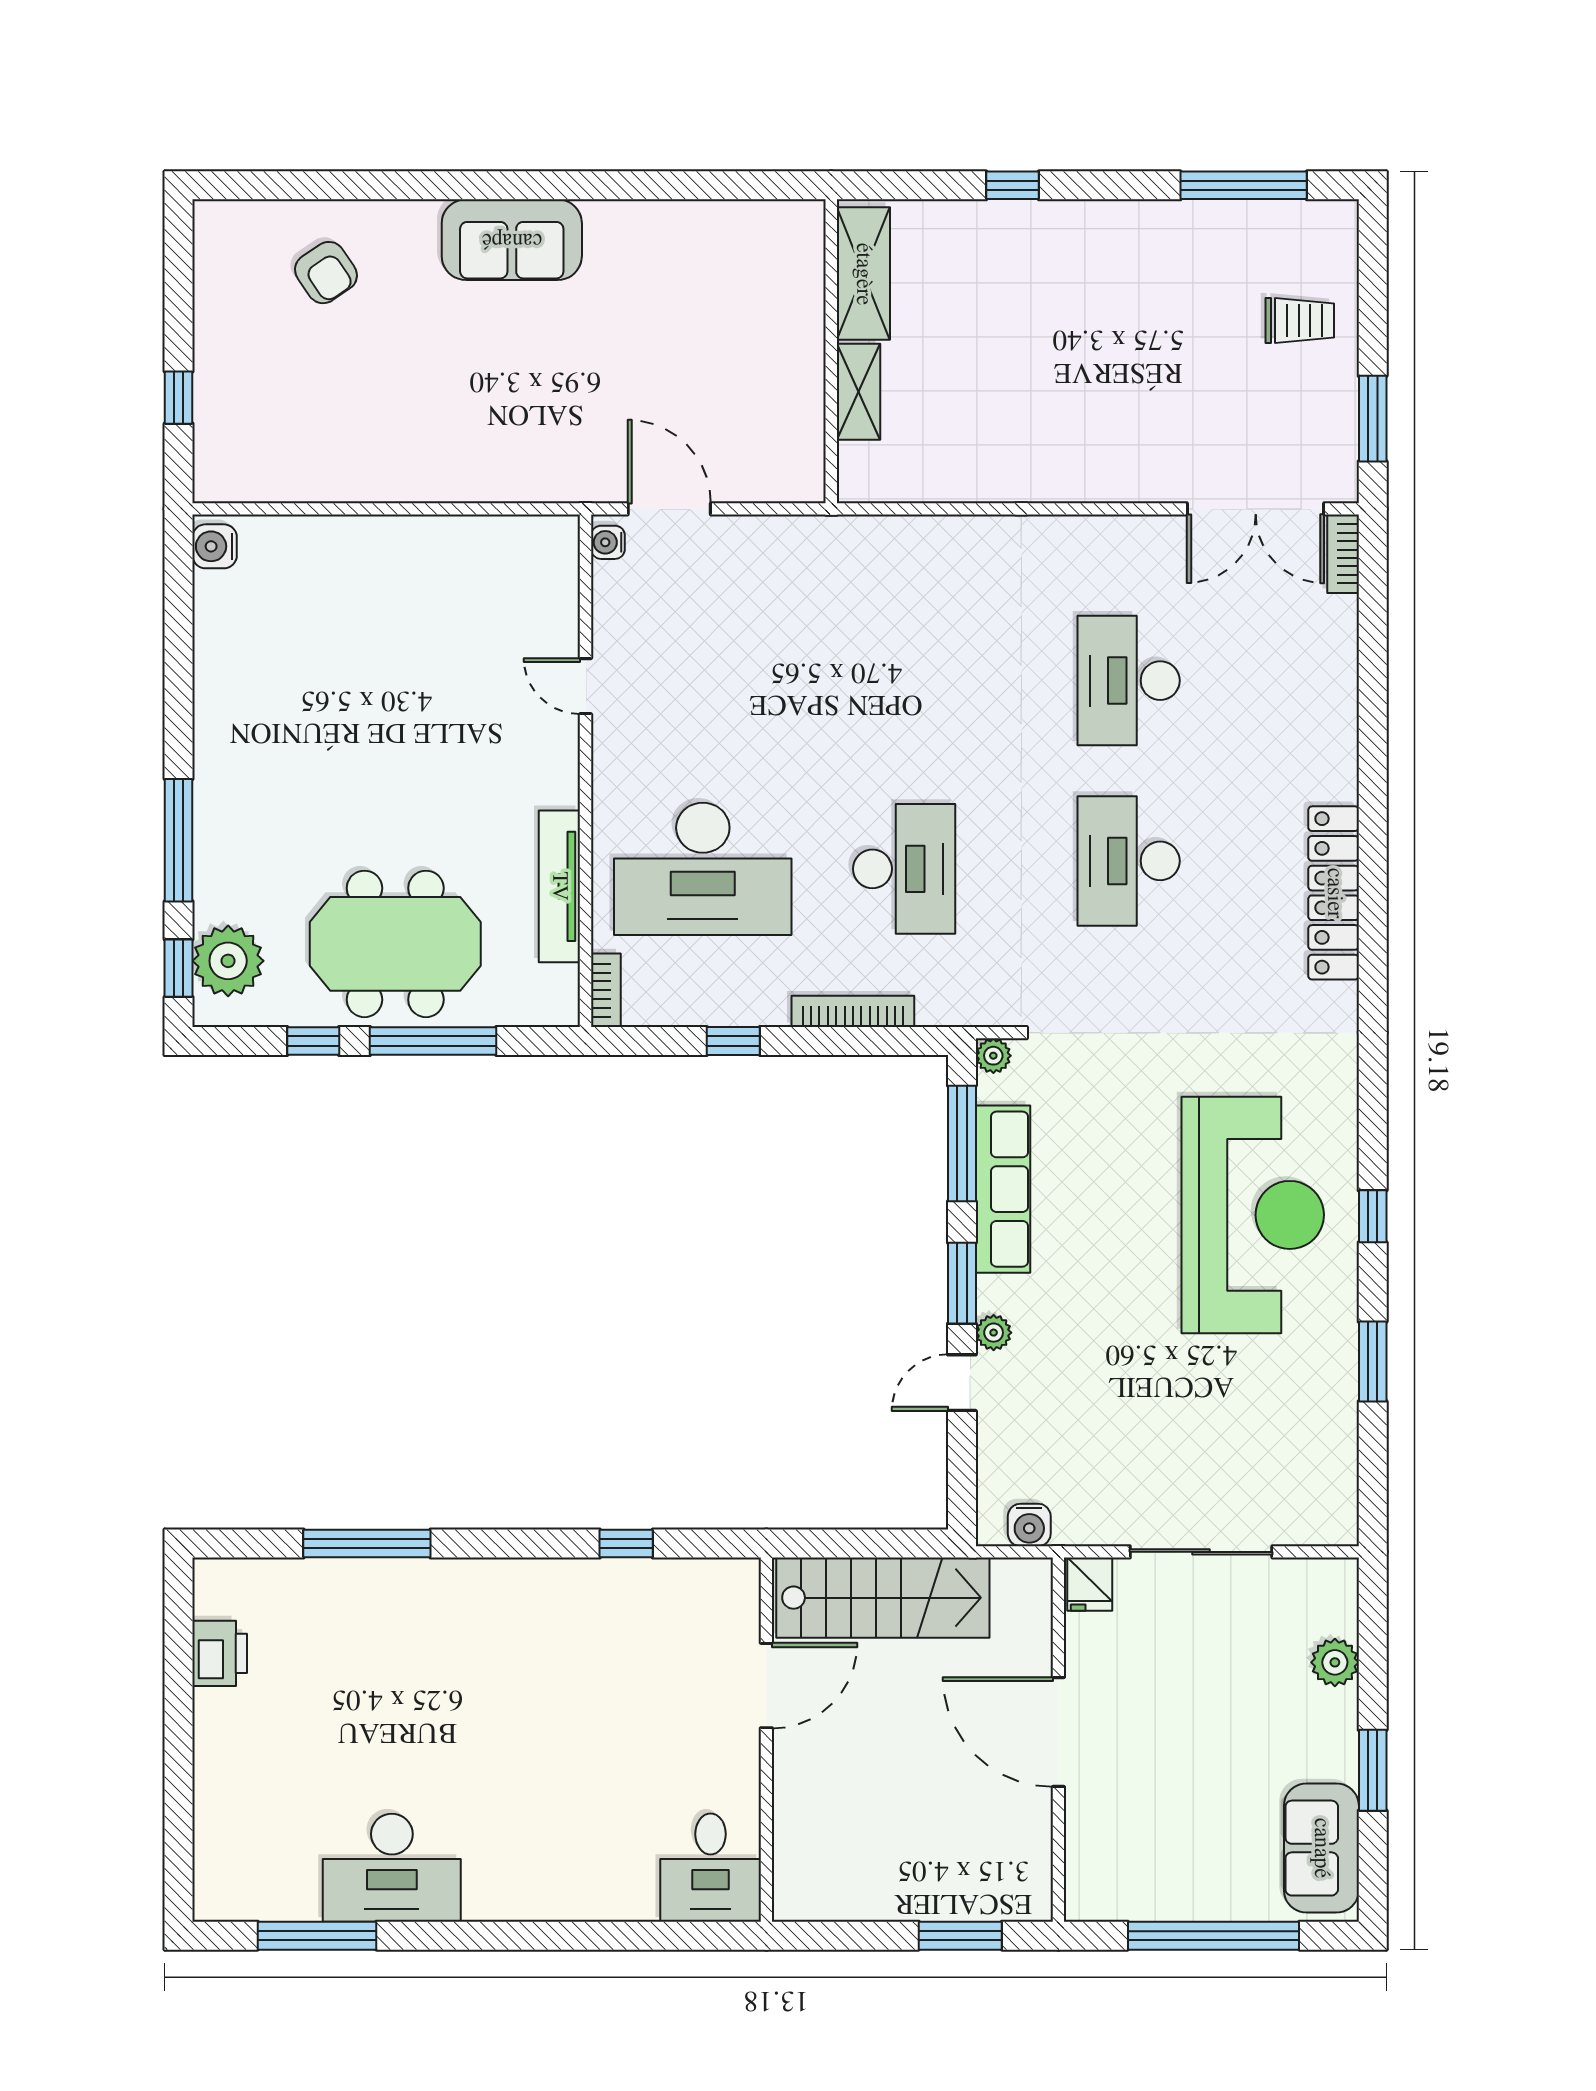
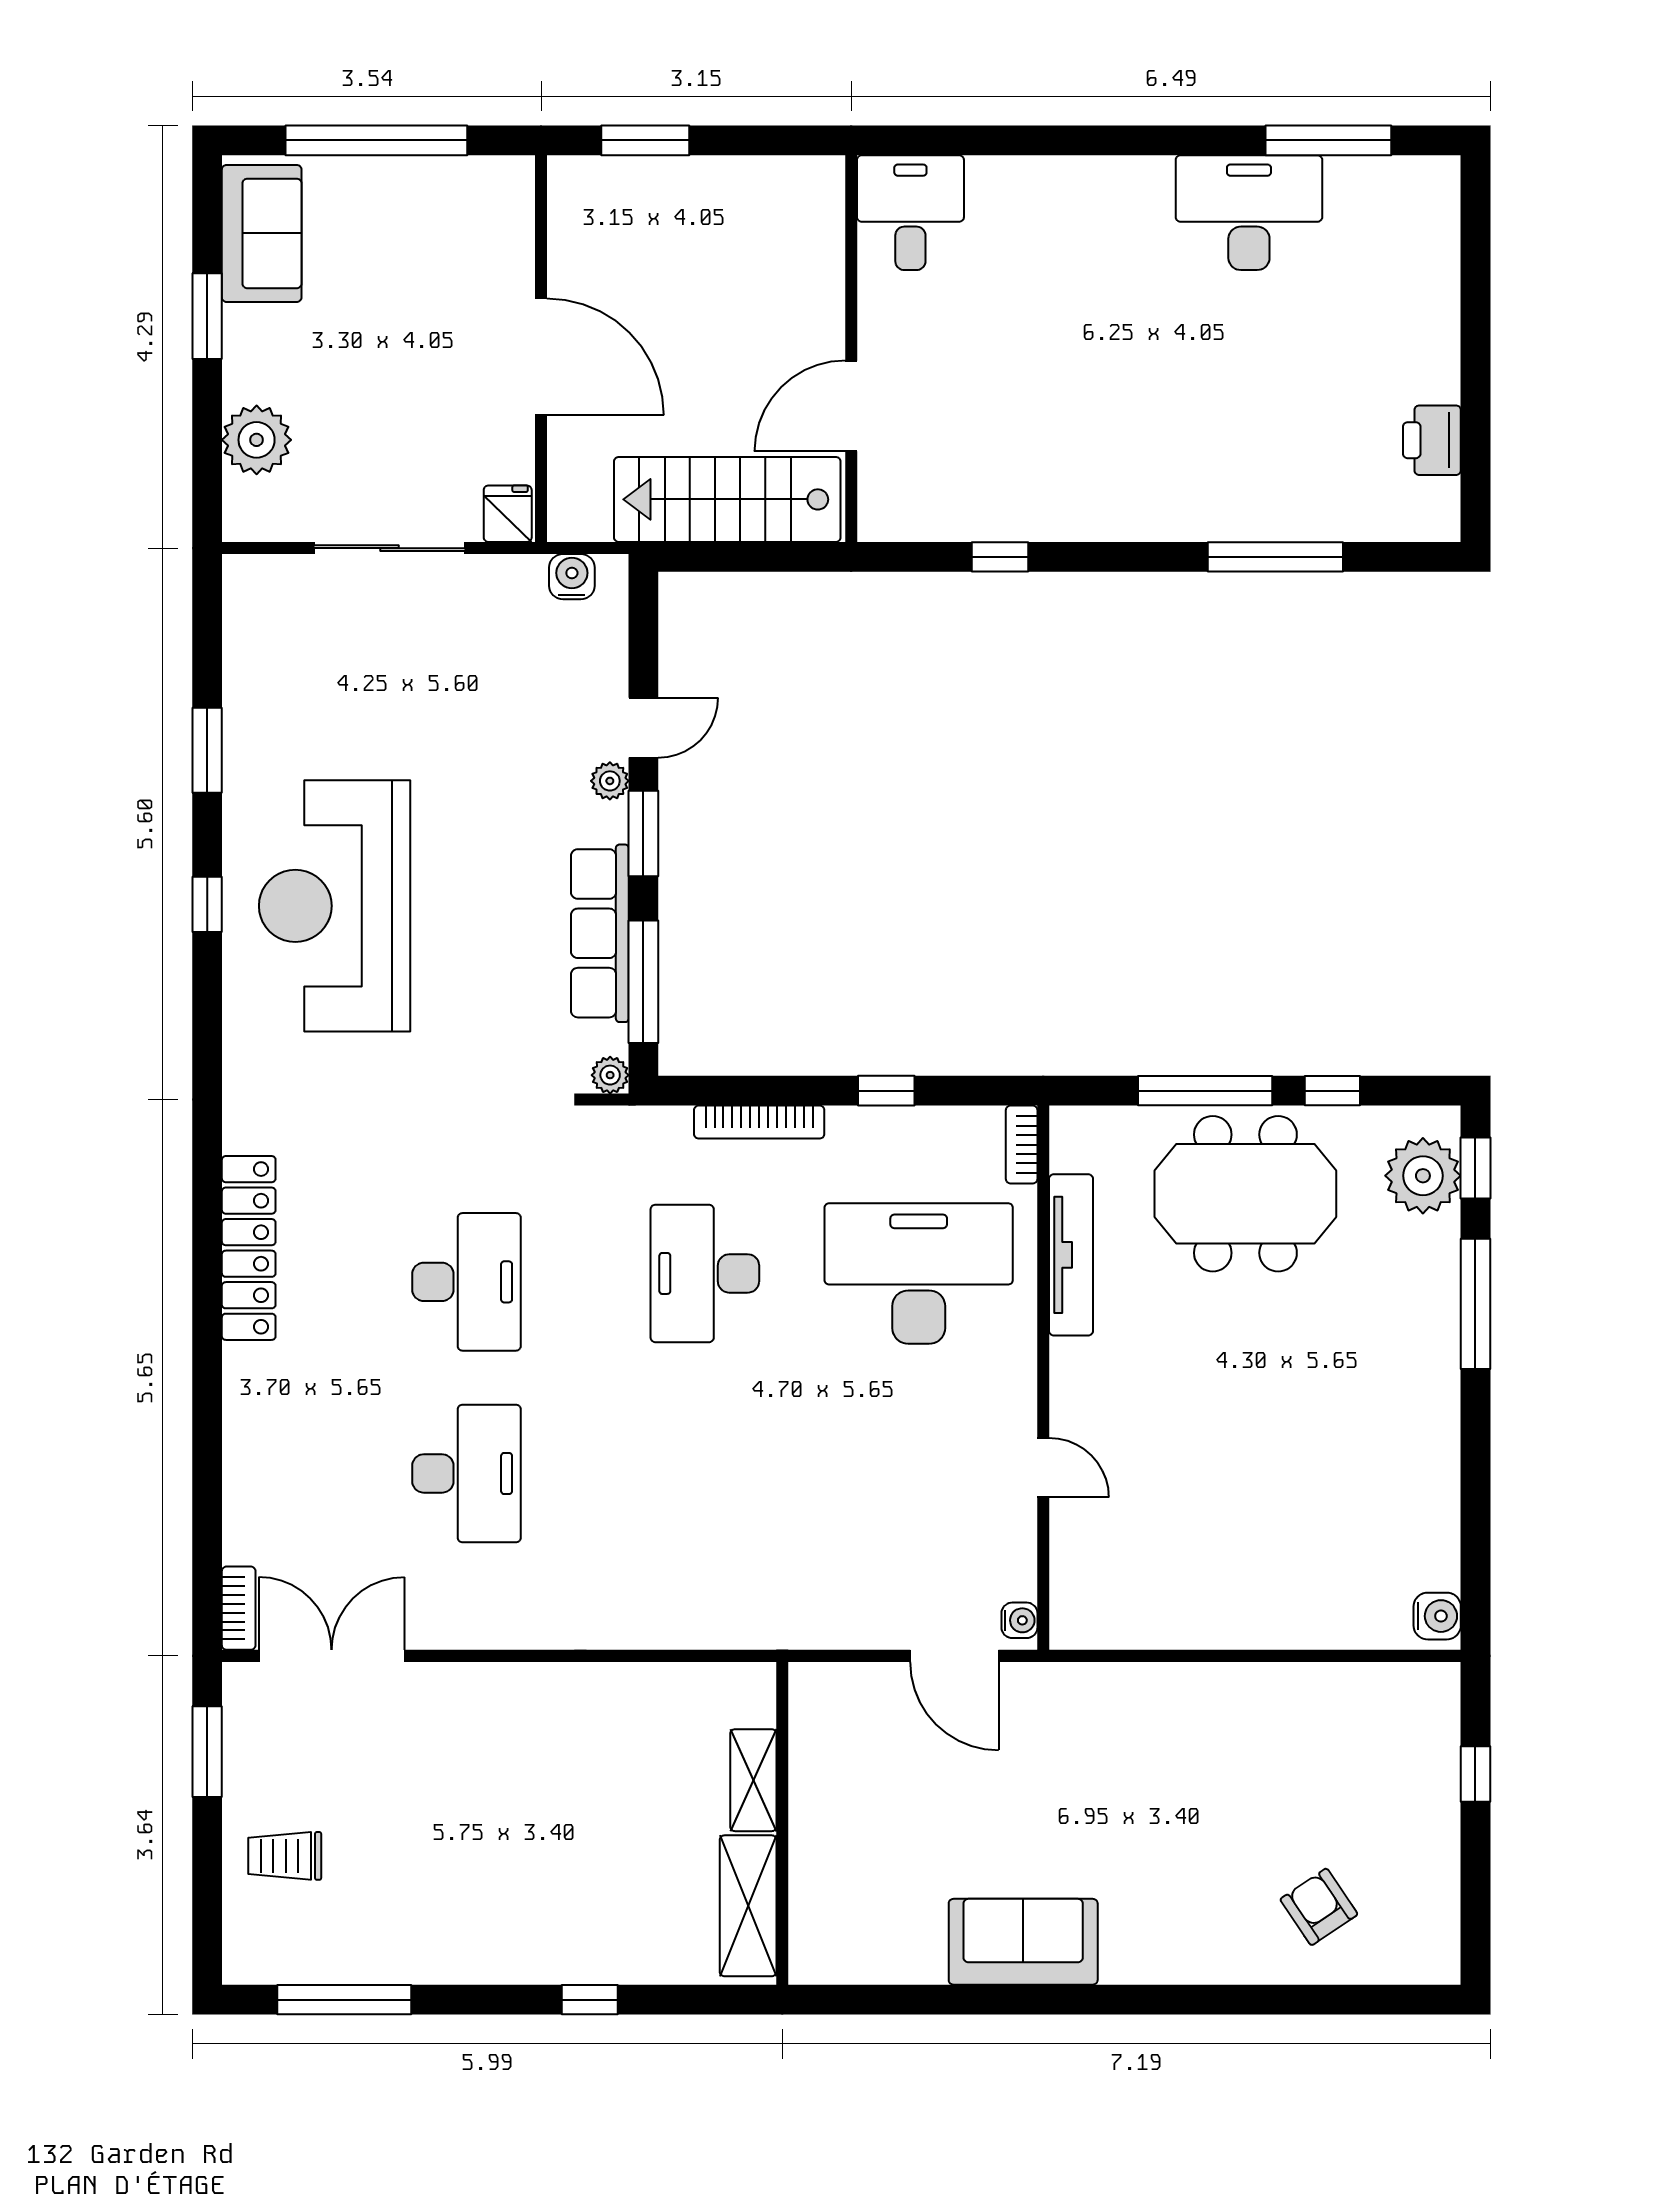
sofa: (512, 240) -> (1023, 1942), moved
plant: (1335, 1662) -> (257, 440), width x1.36, depth x1.36

